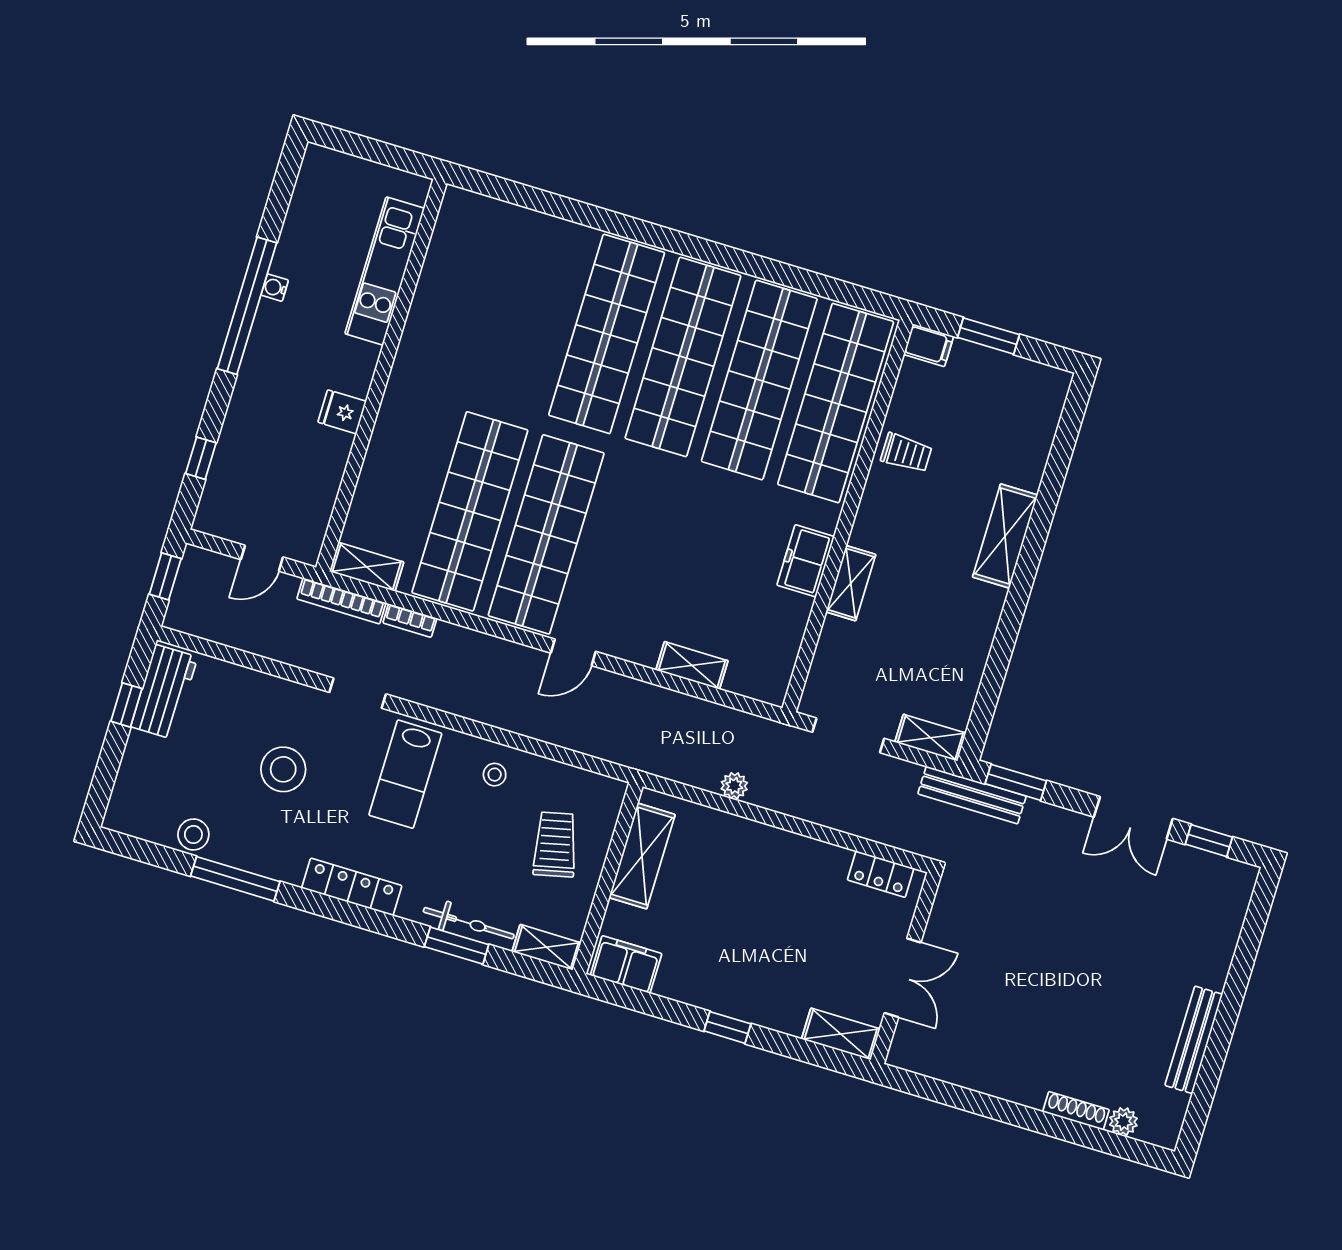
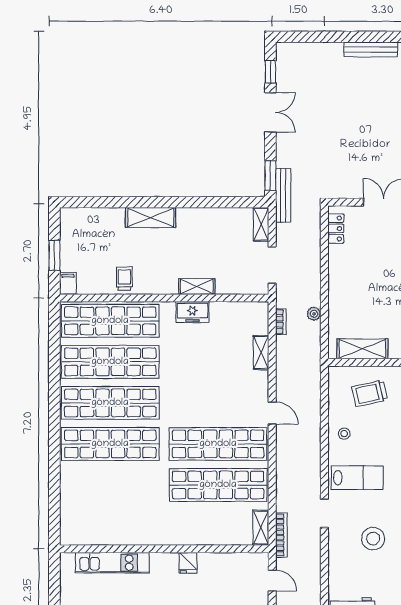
bookcase: (410, 621) -> (281, 322), moved

